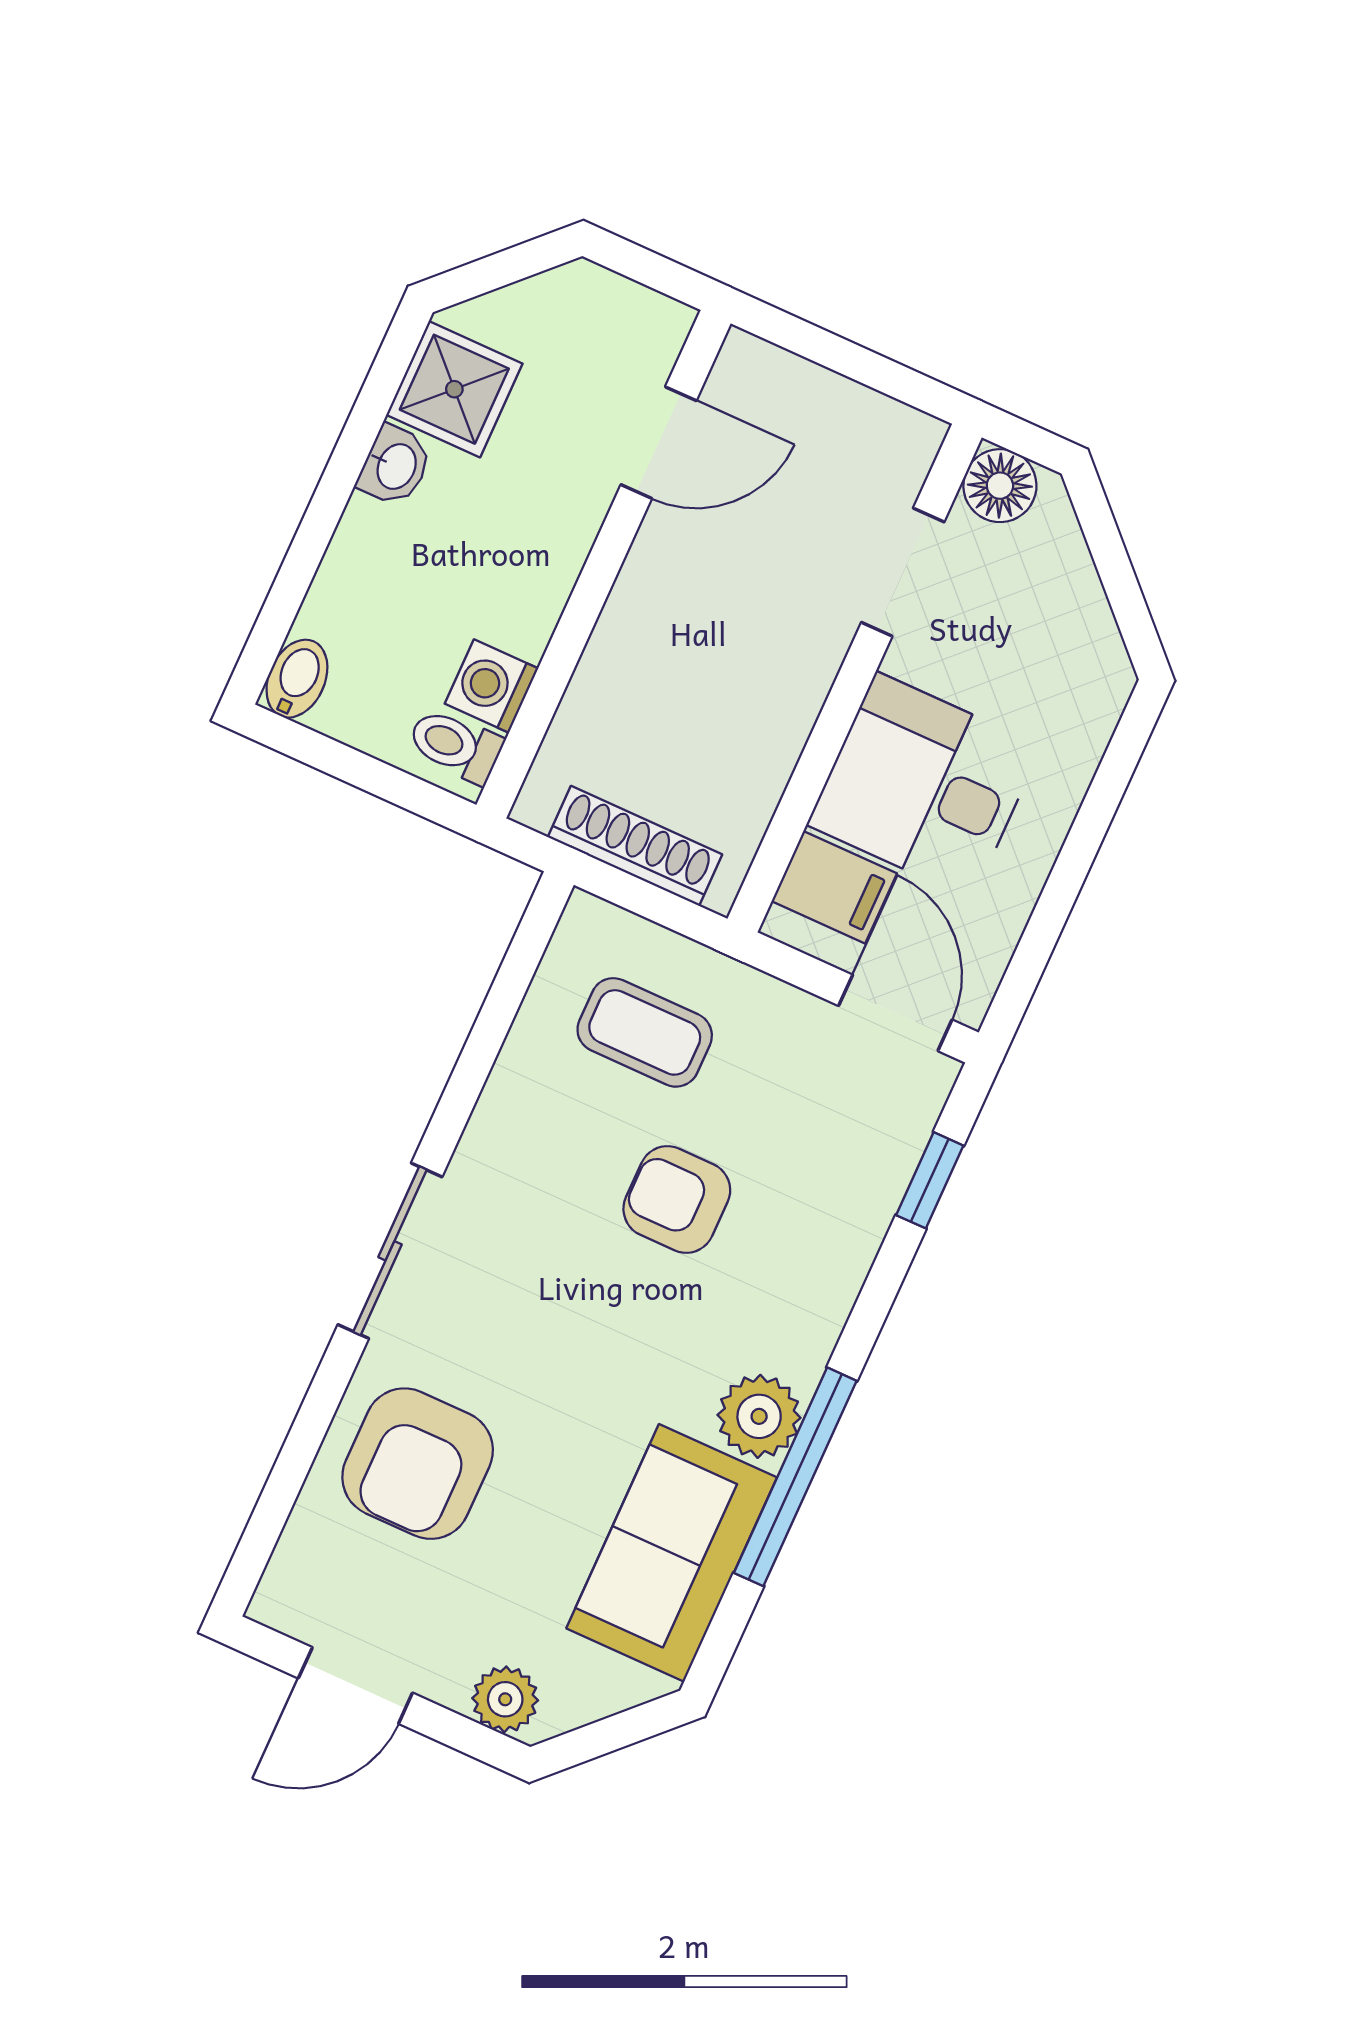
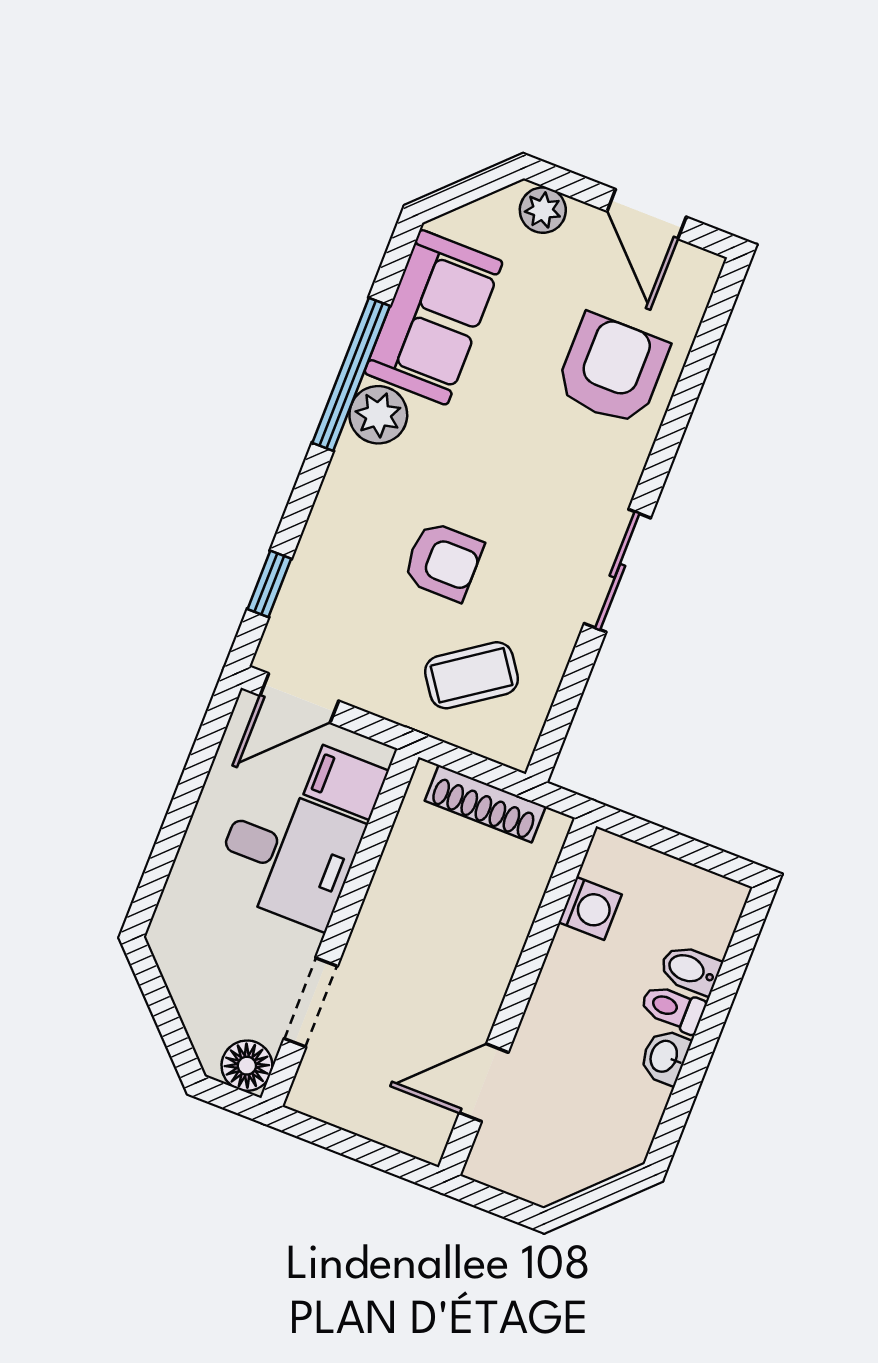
shower: (454, 389) -> (627, 1112), removed
bidet: (297, 679) -> (690, 970), moved, turned 90
toilet: (455, 745) -> (673, 1008), moved, turned 180
door: (895, 1013) -> (299, 698), hinge flipped
coffee table: (645, 1032) -> (471, 675), turned -35
sliding door: (390, 1251) -> (617, 571), moved
door: (355, 1686) -> (647, 214), swing flipped

